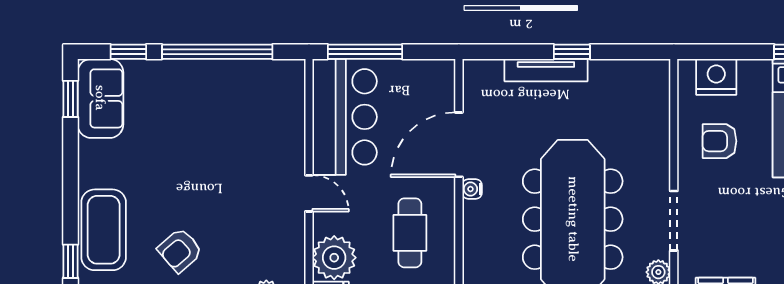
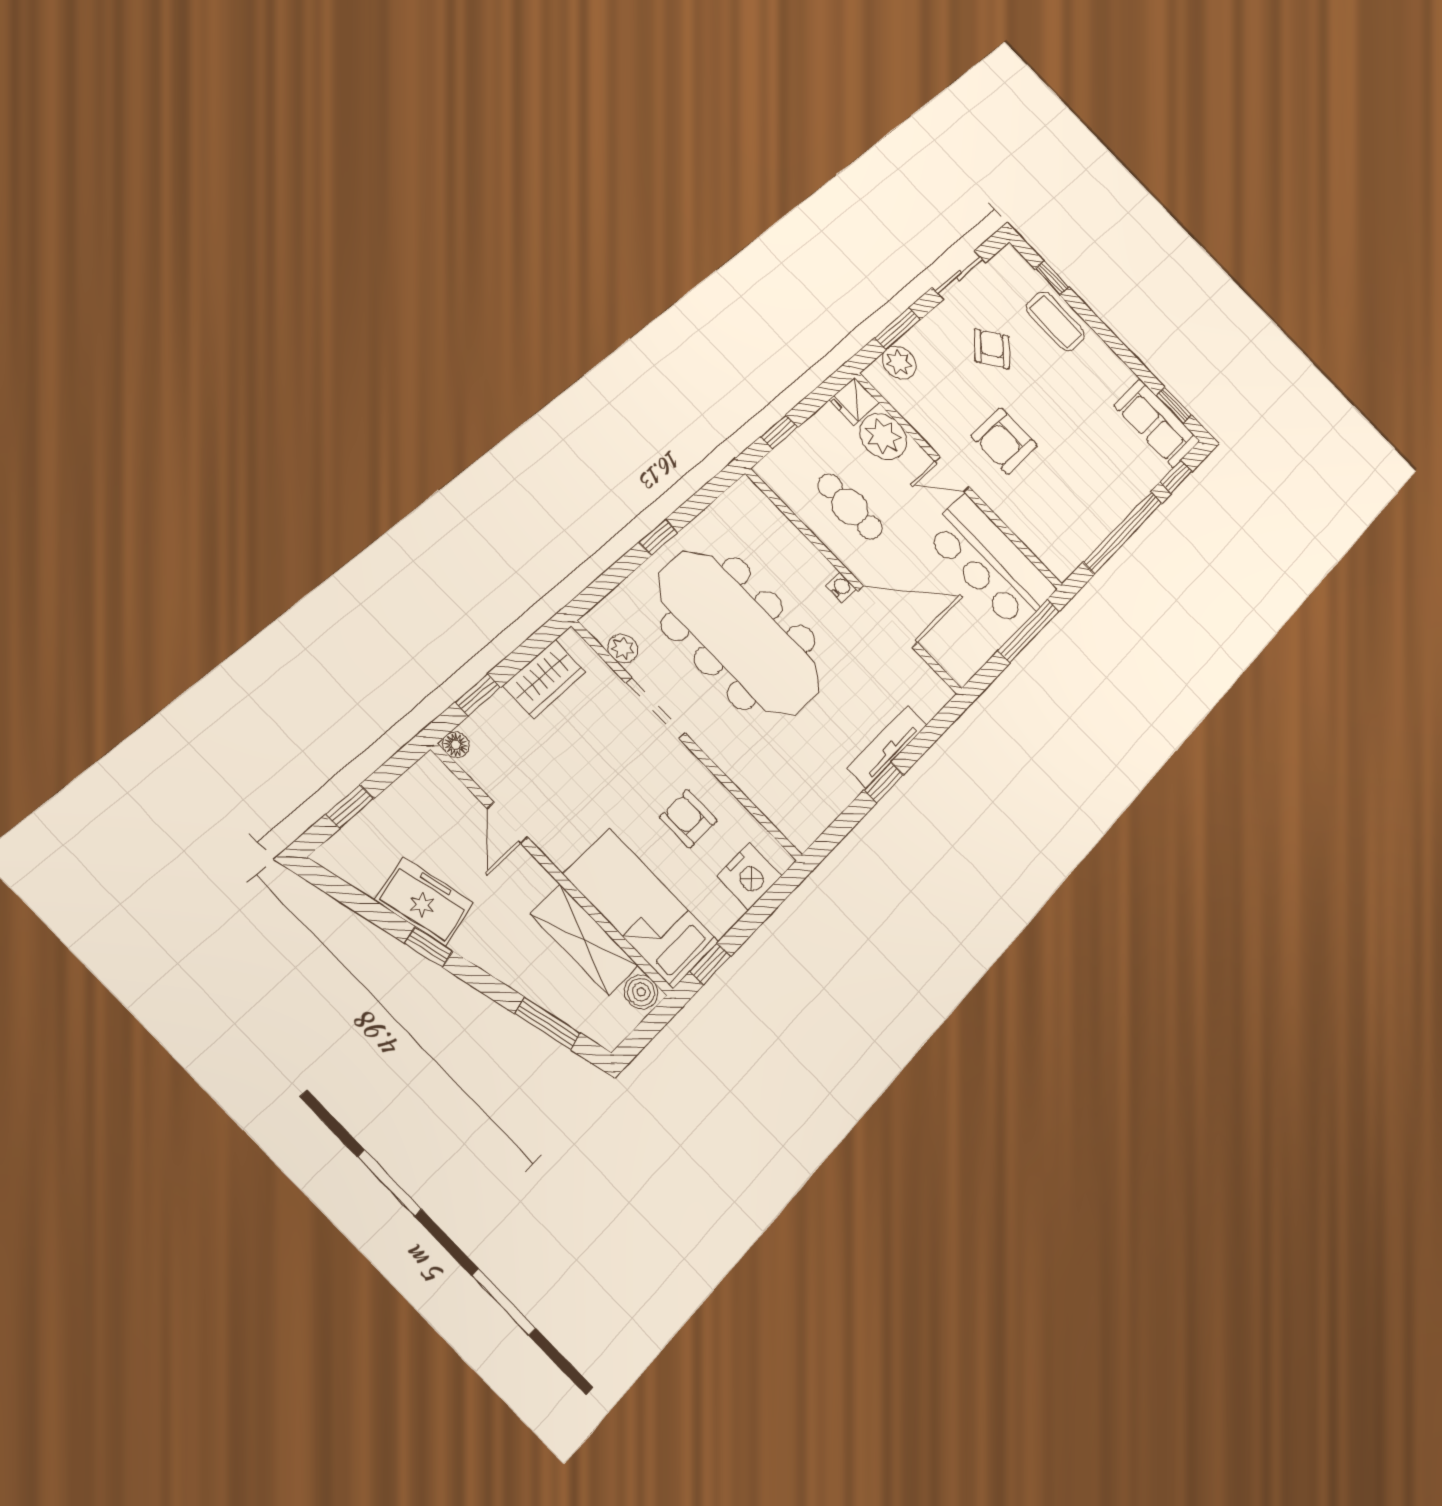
armchair: (720, 141) -> (688, 819), turned -90
door: (459, 145) -> (888, 617), hinge flipped
armchair: (242, 183) -> (1004, 441), added
coffee table: (104, 230) -> (1055, 321), width x0.73, depth x0.76

